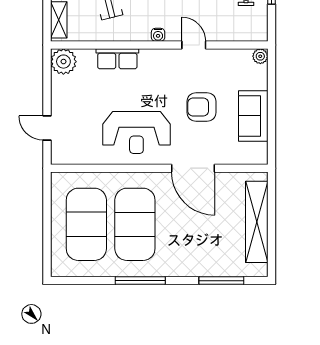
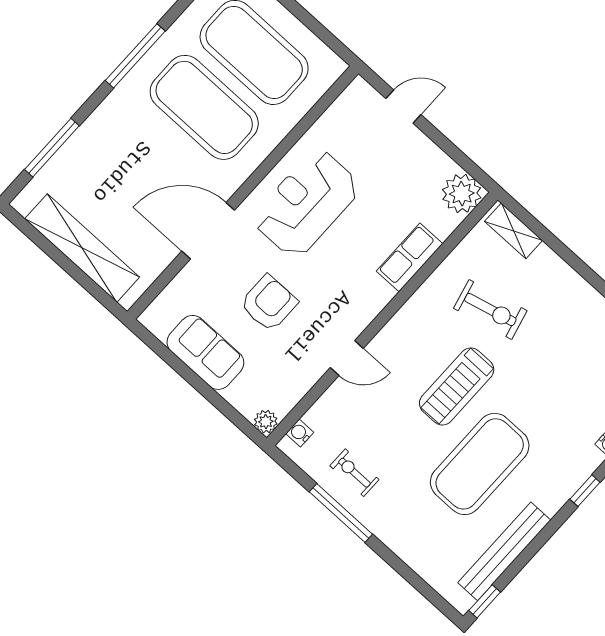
water cooler: (158, 35) -> (300, 433), moved

